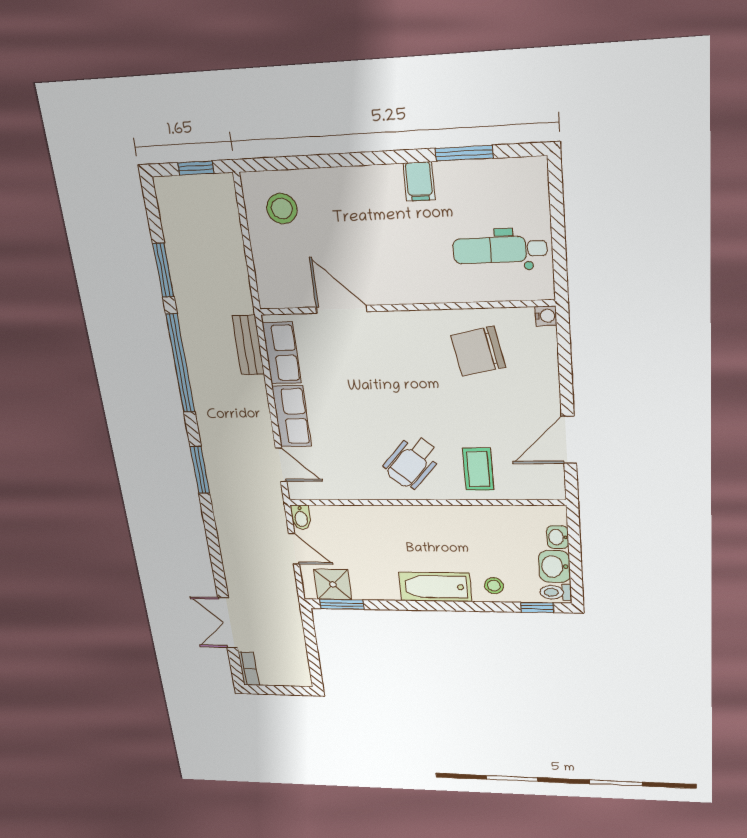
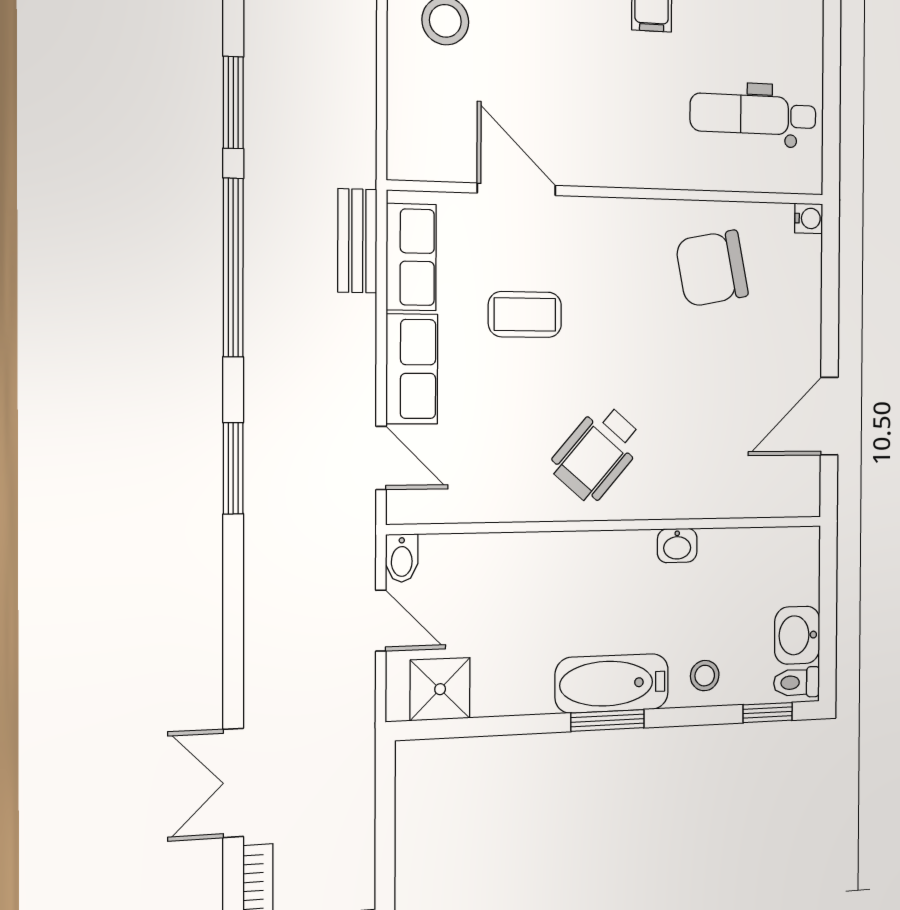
coffee table: (478, 469) -> (525, 314), moved, turned 90
washbasin: (558, 537) -> (677, 546), moved, turned -90
window: (342, 604) -> (608, 720), moved

